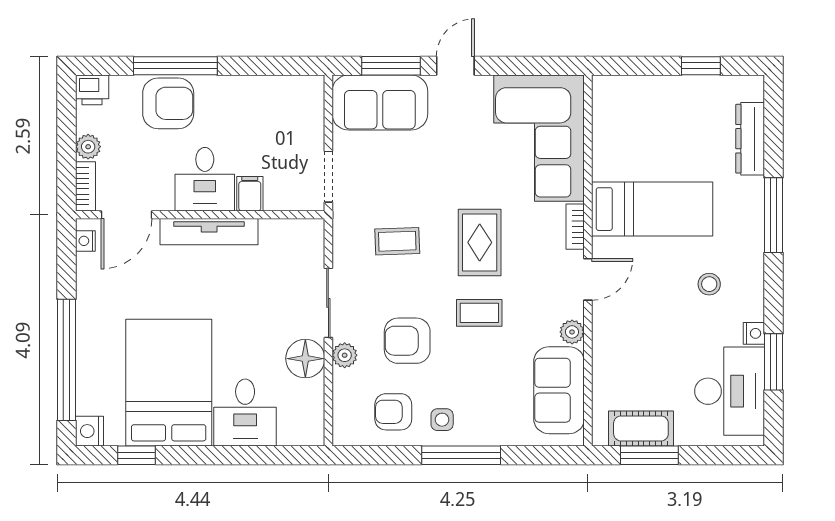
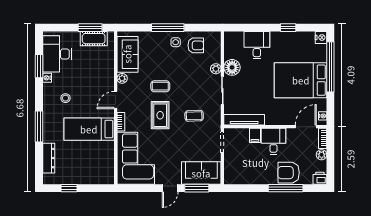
tv unit: (209, 232) -> (244, 120), moved
armchair: (407, 341) -> (190, 75), removed
bed: (169, 383) -> (301, 80), moved, turned 90
window: (136, 455) -> (288, 28), moved

